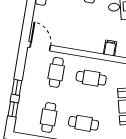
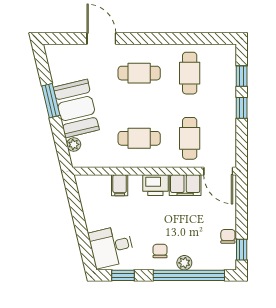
filing cabinet: (65, 41) -> (185, 185), added
printer: (85, 44) -> (155, 185), added

